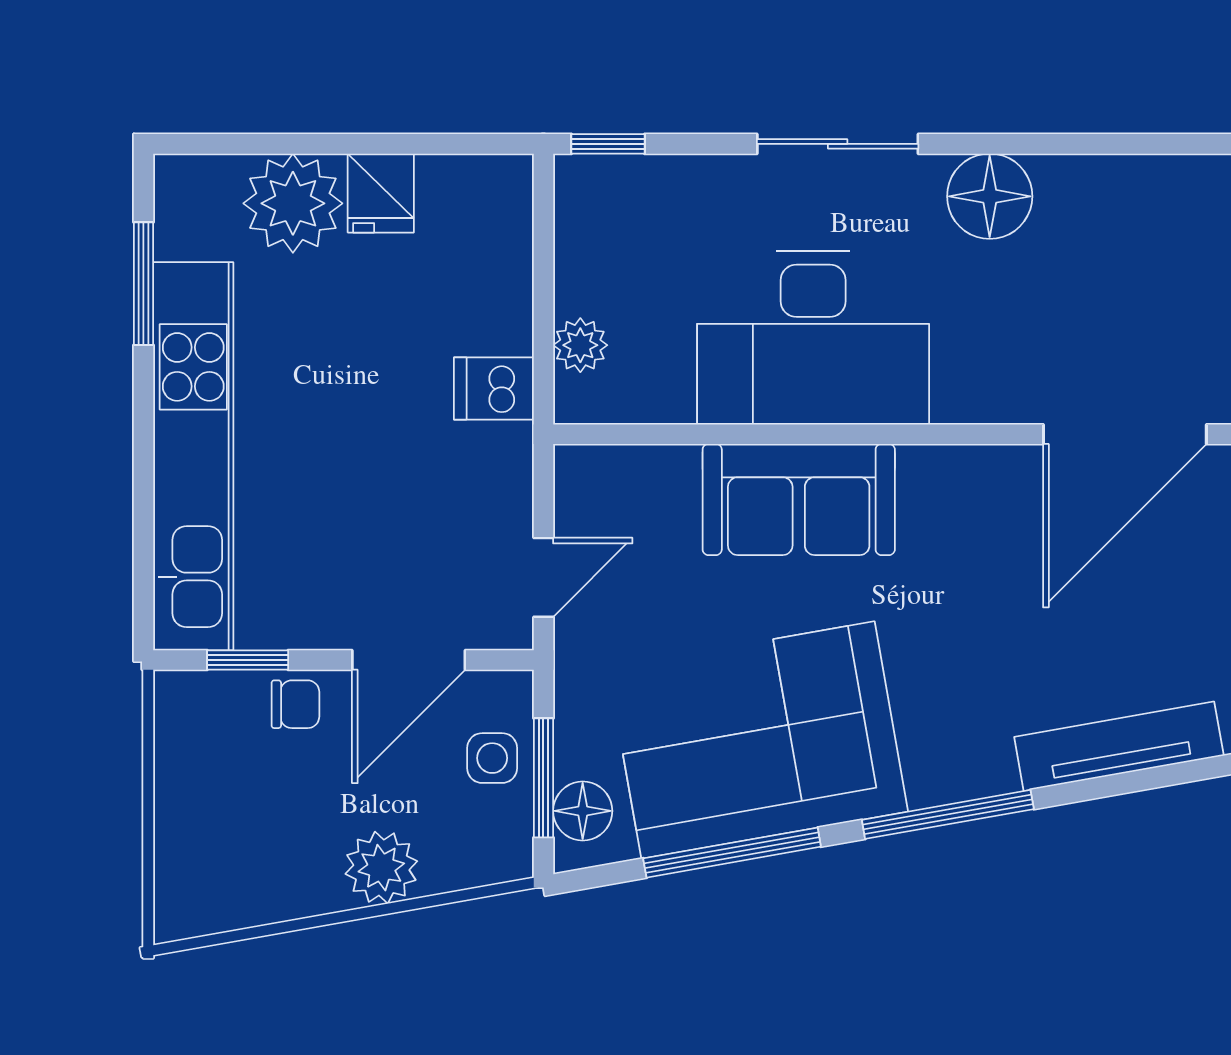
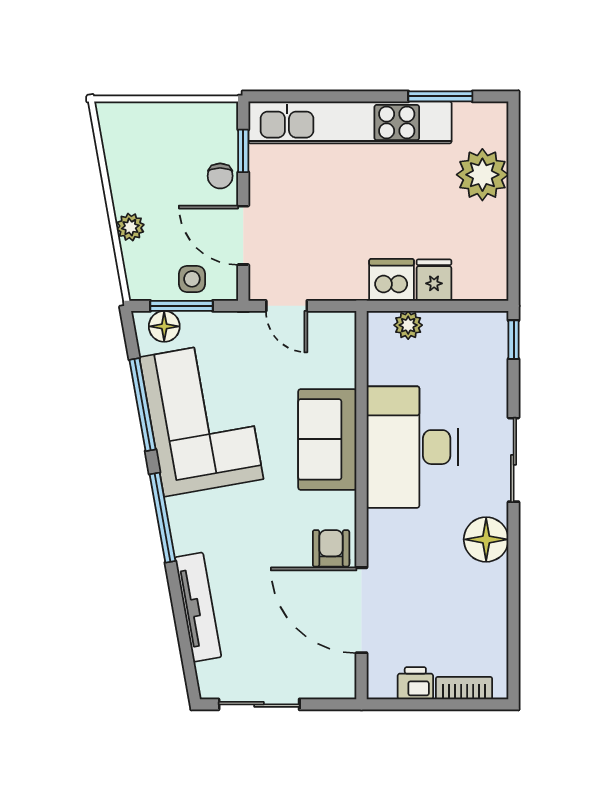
fridge: (381, 193) -> (434, 280), moved, turned 90
dishwasher: (494, 389) -> (392, 280), width x1.38
armchair: (1007, 492) -> (331, 548), added
plant: (381, 868) -> (130, 227), width x0.73, depth x0.73

